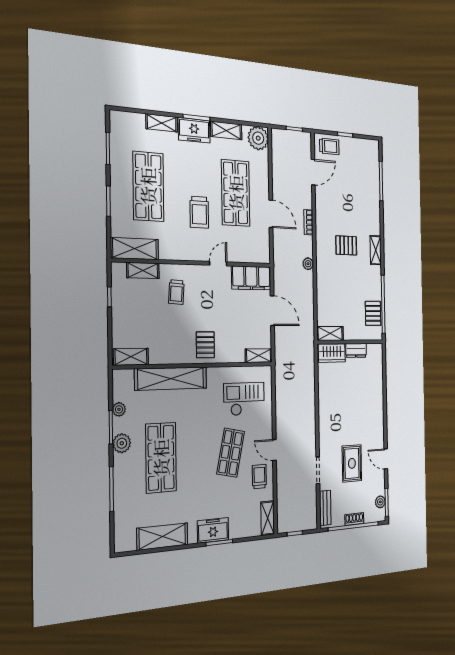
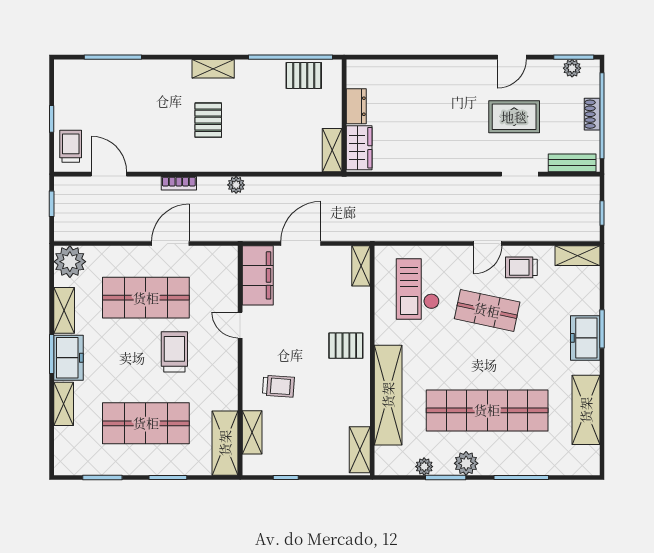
trolley: (199, 212) -> (174, 352), turned -90
shop shelf: (161, 458) -> (487, 410), width x1.40

